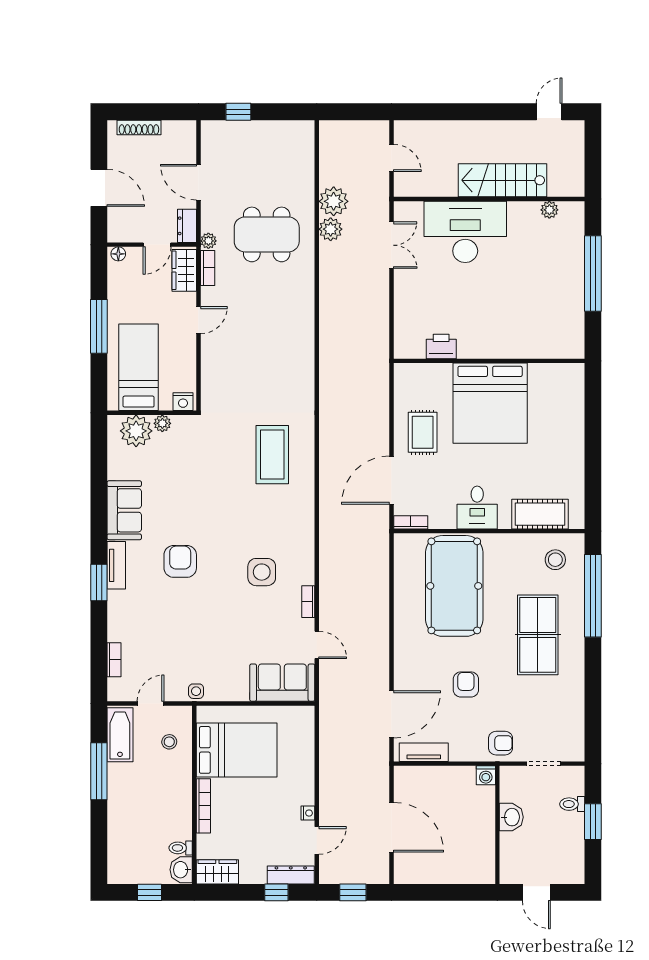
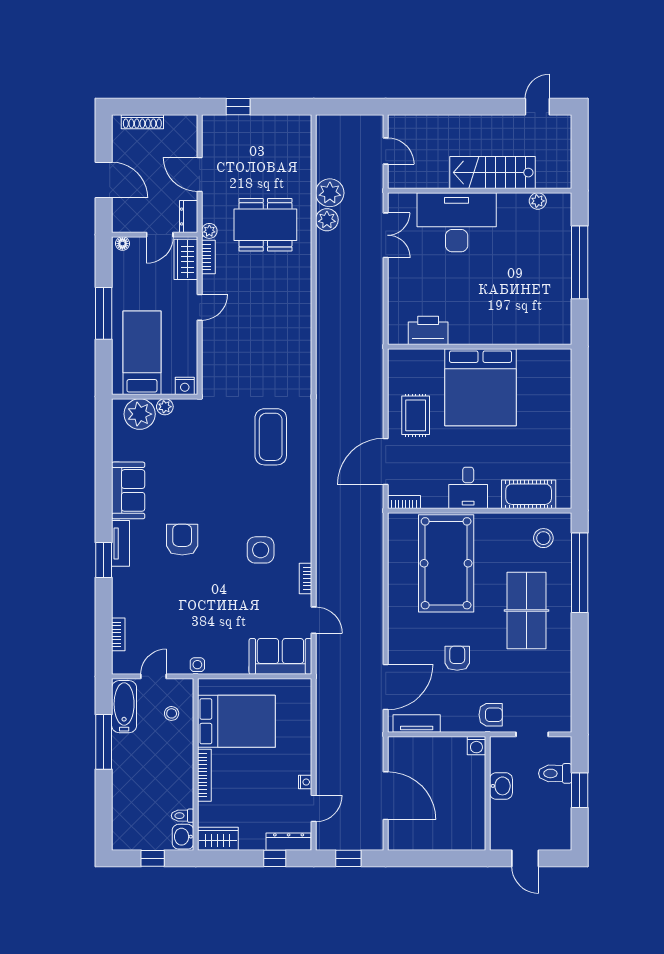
printer: (441, 346) -> (428, 330), width x1.37, depth x1.19
toilet: (572, 804) -> (555, 773), width x1.37, depth x1.39

